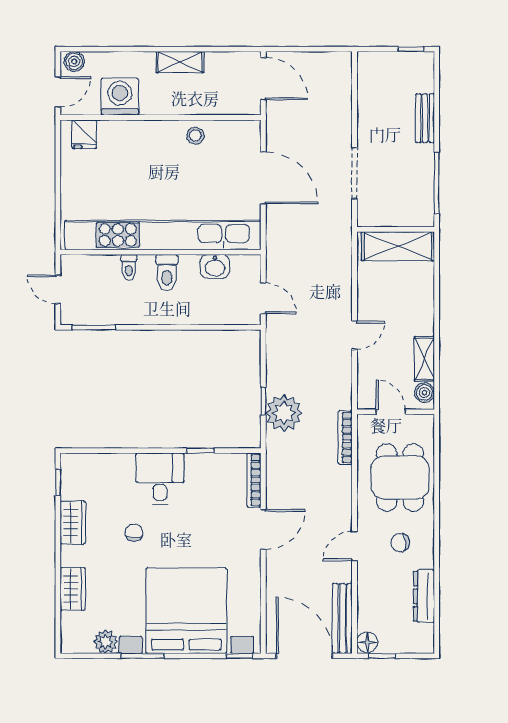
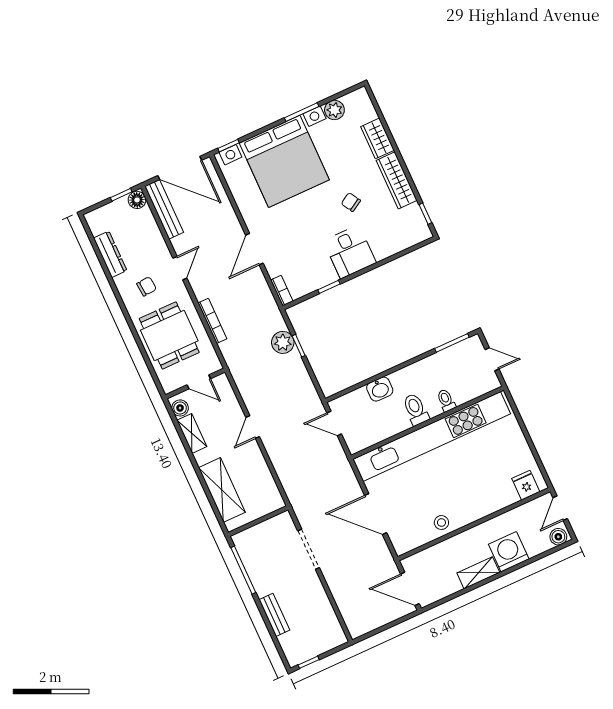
washing machine: (120, 97) -> (509, 552), moved, turned 180
shelving: (398, 246) -> (222, 490), moved, turned 90
washbasin: (215, 266) -> (380, 389), moved, turned 180
plant: (284, 413) -> (283, 342), width x0.73, depth x0.73
bookcase: (345, 437) -> (212, 321), moved
bookcase: (254, 480) -> (282, 291), width x0.64
wardrobe: (73, 523) -> (397, 180), width x1.50
chair: (134, 533) -> (351, 202), turned 149

